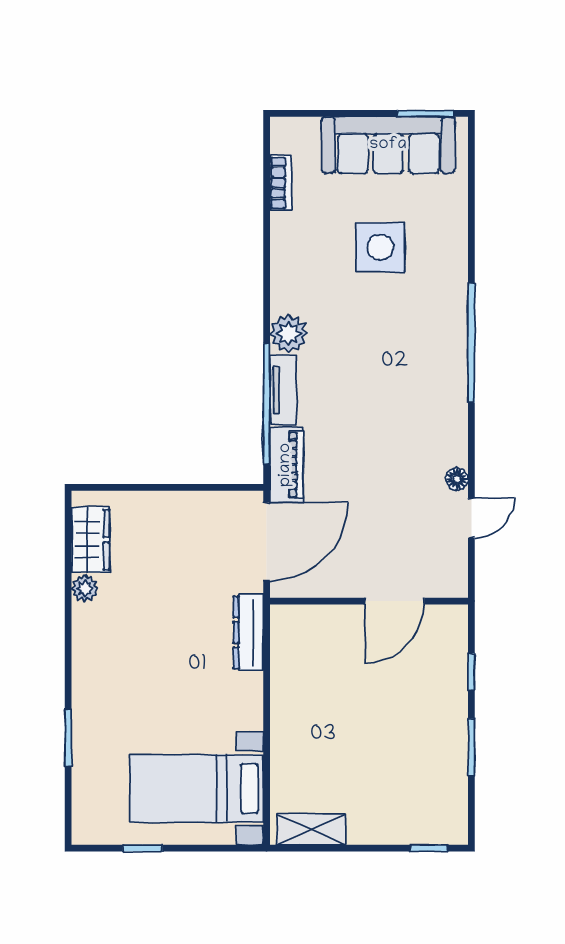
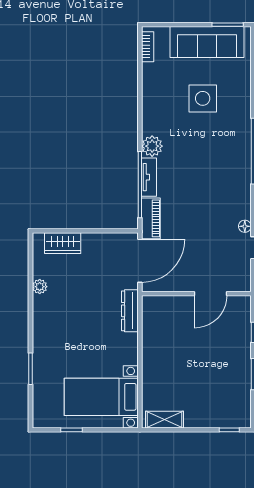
bookcase: (281, 183) -> (148, 47), moved
wardrobe: (90, 540) -> (63, 243), moved, turned 90

